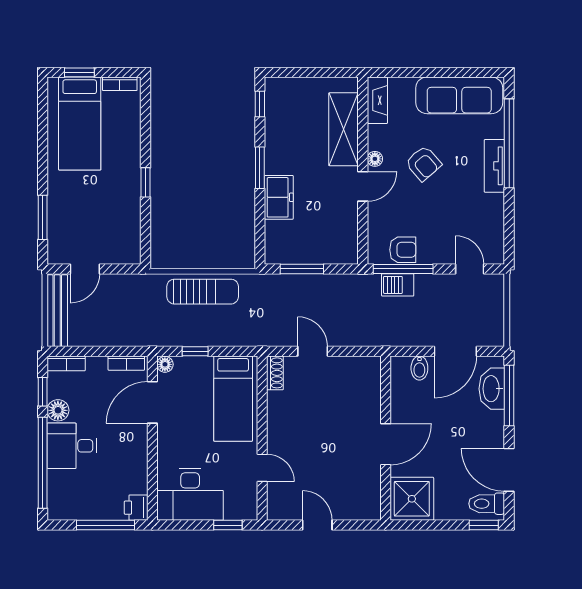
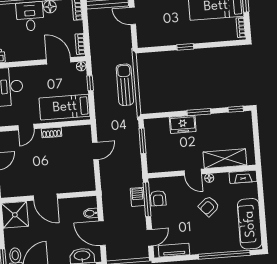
tv unit: (494, 166) -> (174, 250), moved
sun lounger: (203, 292) -> (125, 85), turned 180
shoe rack: (275, 373) -> (52, 132), moved

